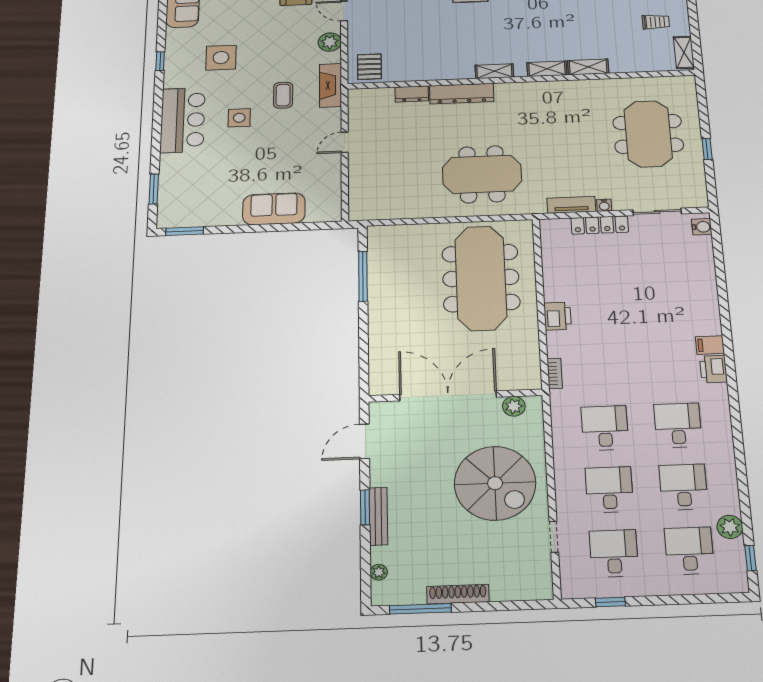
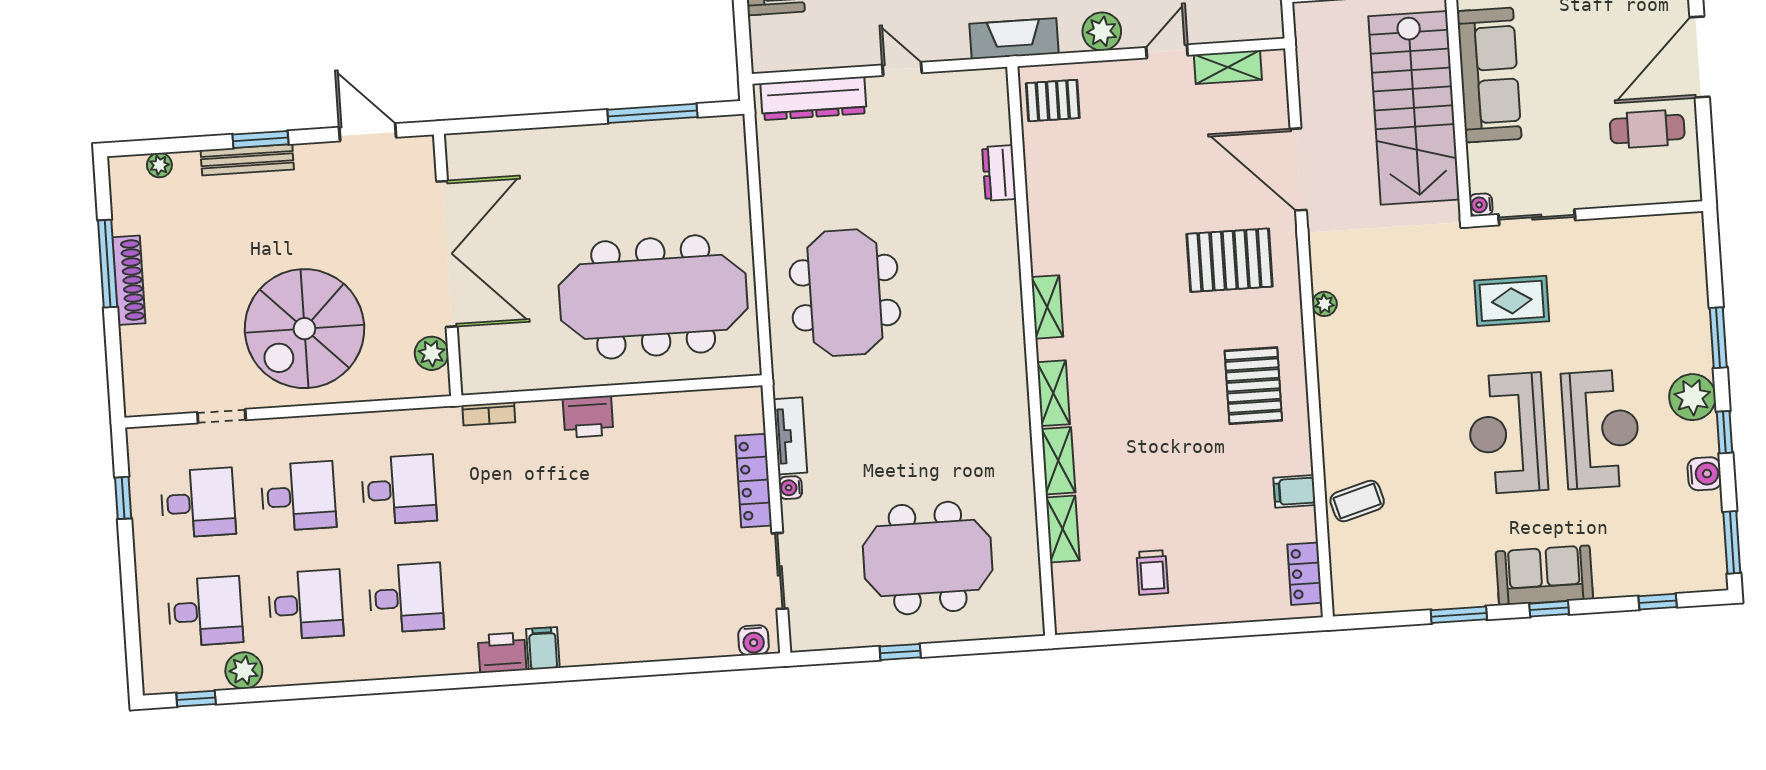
shelving: (684, 52) -> (1063, 529), moved, turned 90
dresser: (462, 94) -> (813, 98), moved, turned -90
window: (420, 609) -> (108, 264), moved

